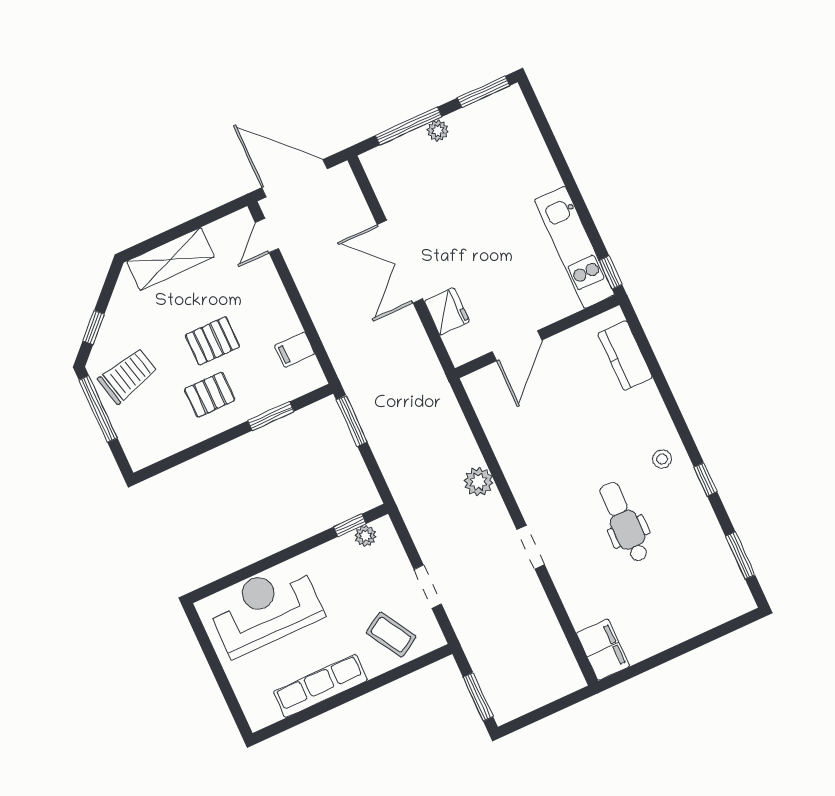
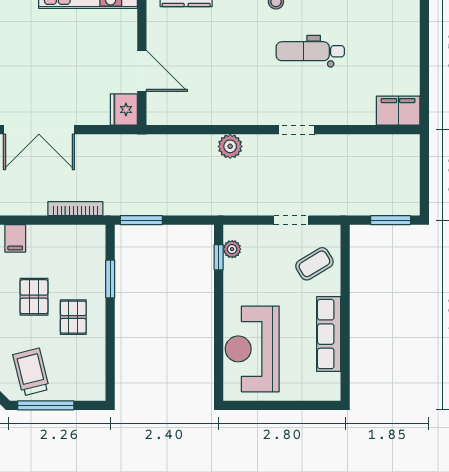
fridge: (447, 311) -> (124, 110), moved, turned -90
bookcase: (331, 342) -> (75, 209), added
filing cabinet: (295, 350) -> (15, 238), moved

